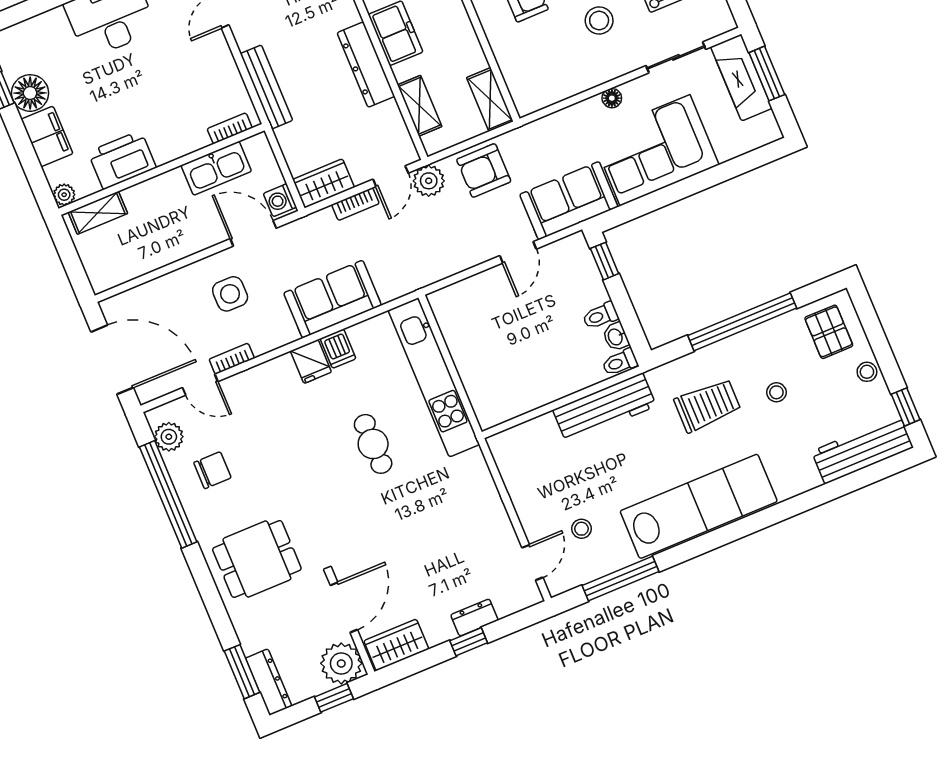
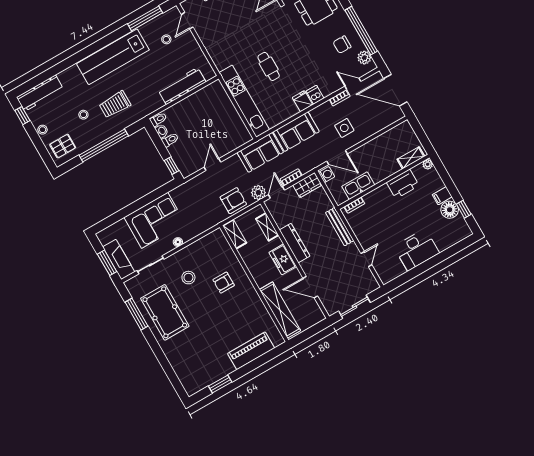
filing cabinet: (47, 136) -> (442, 196), width x0.50
sofa: (569, 201) -> (260, 152), moved
pallet: (829, 332) -> (63, 146), turned 90
dishwasher: (338, 349) -> (315, 95), moved
workbench: (605, 408) -> (182, 86), moved

